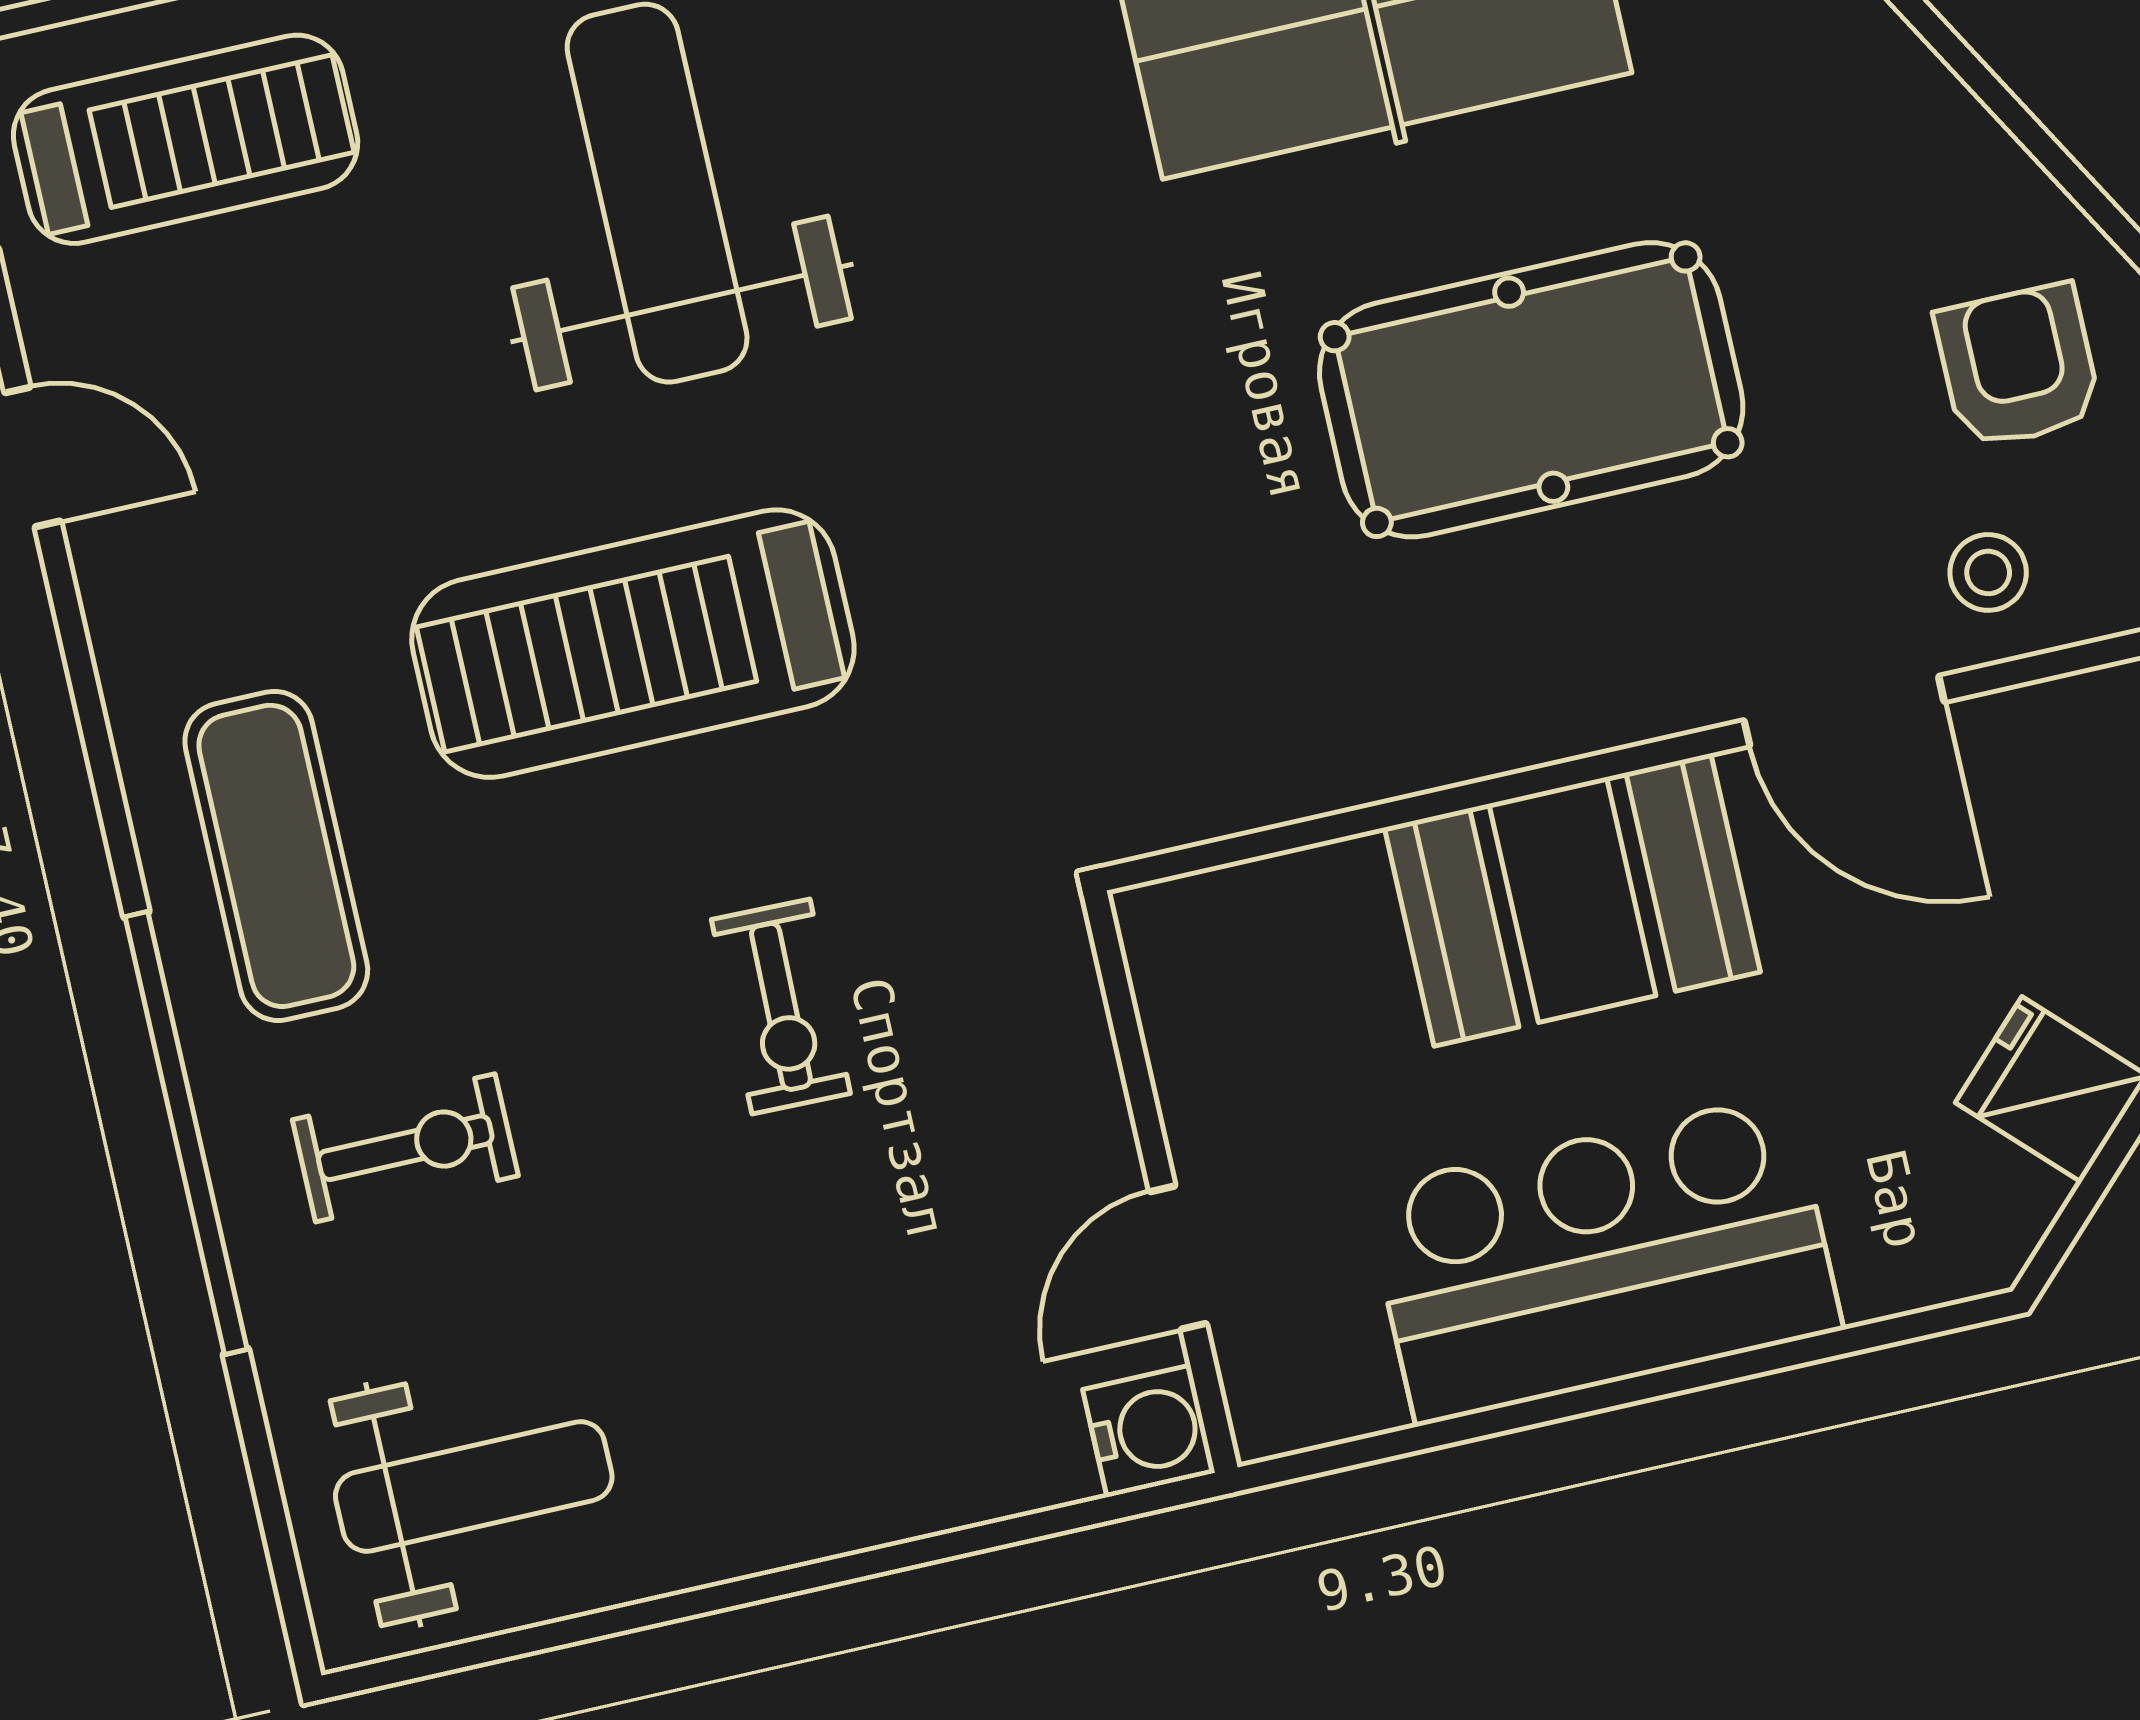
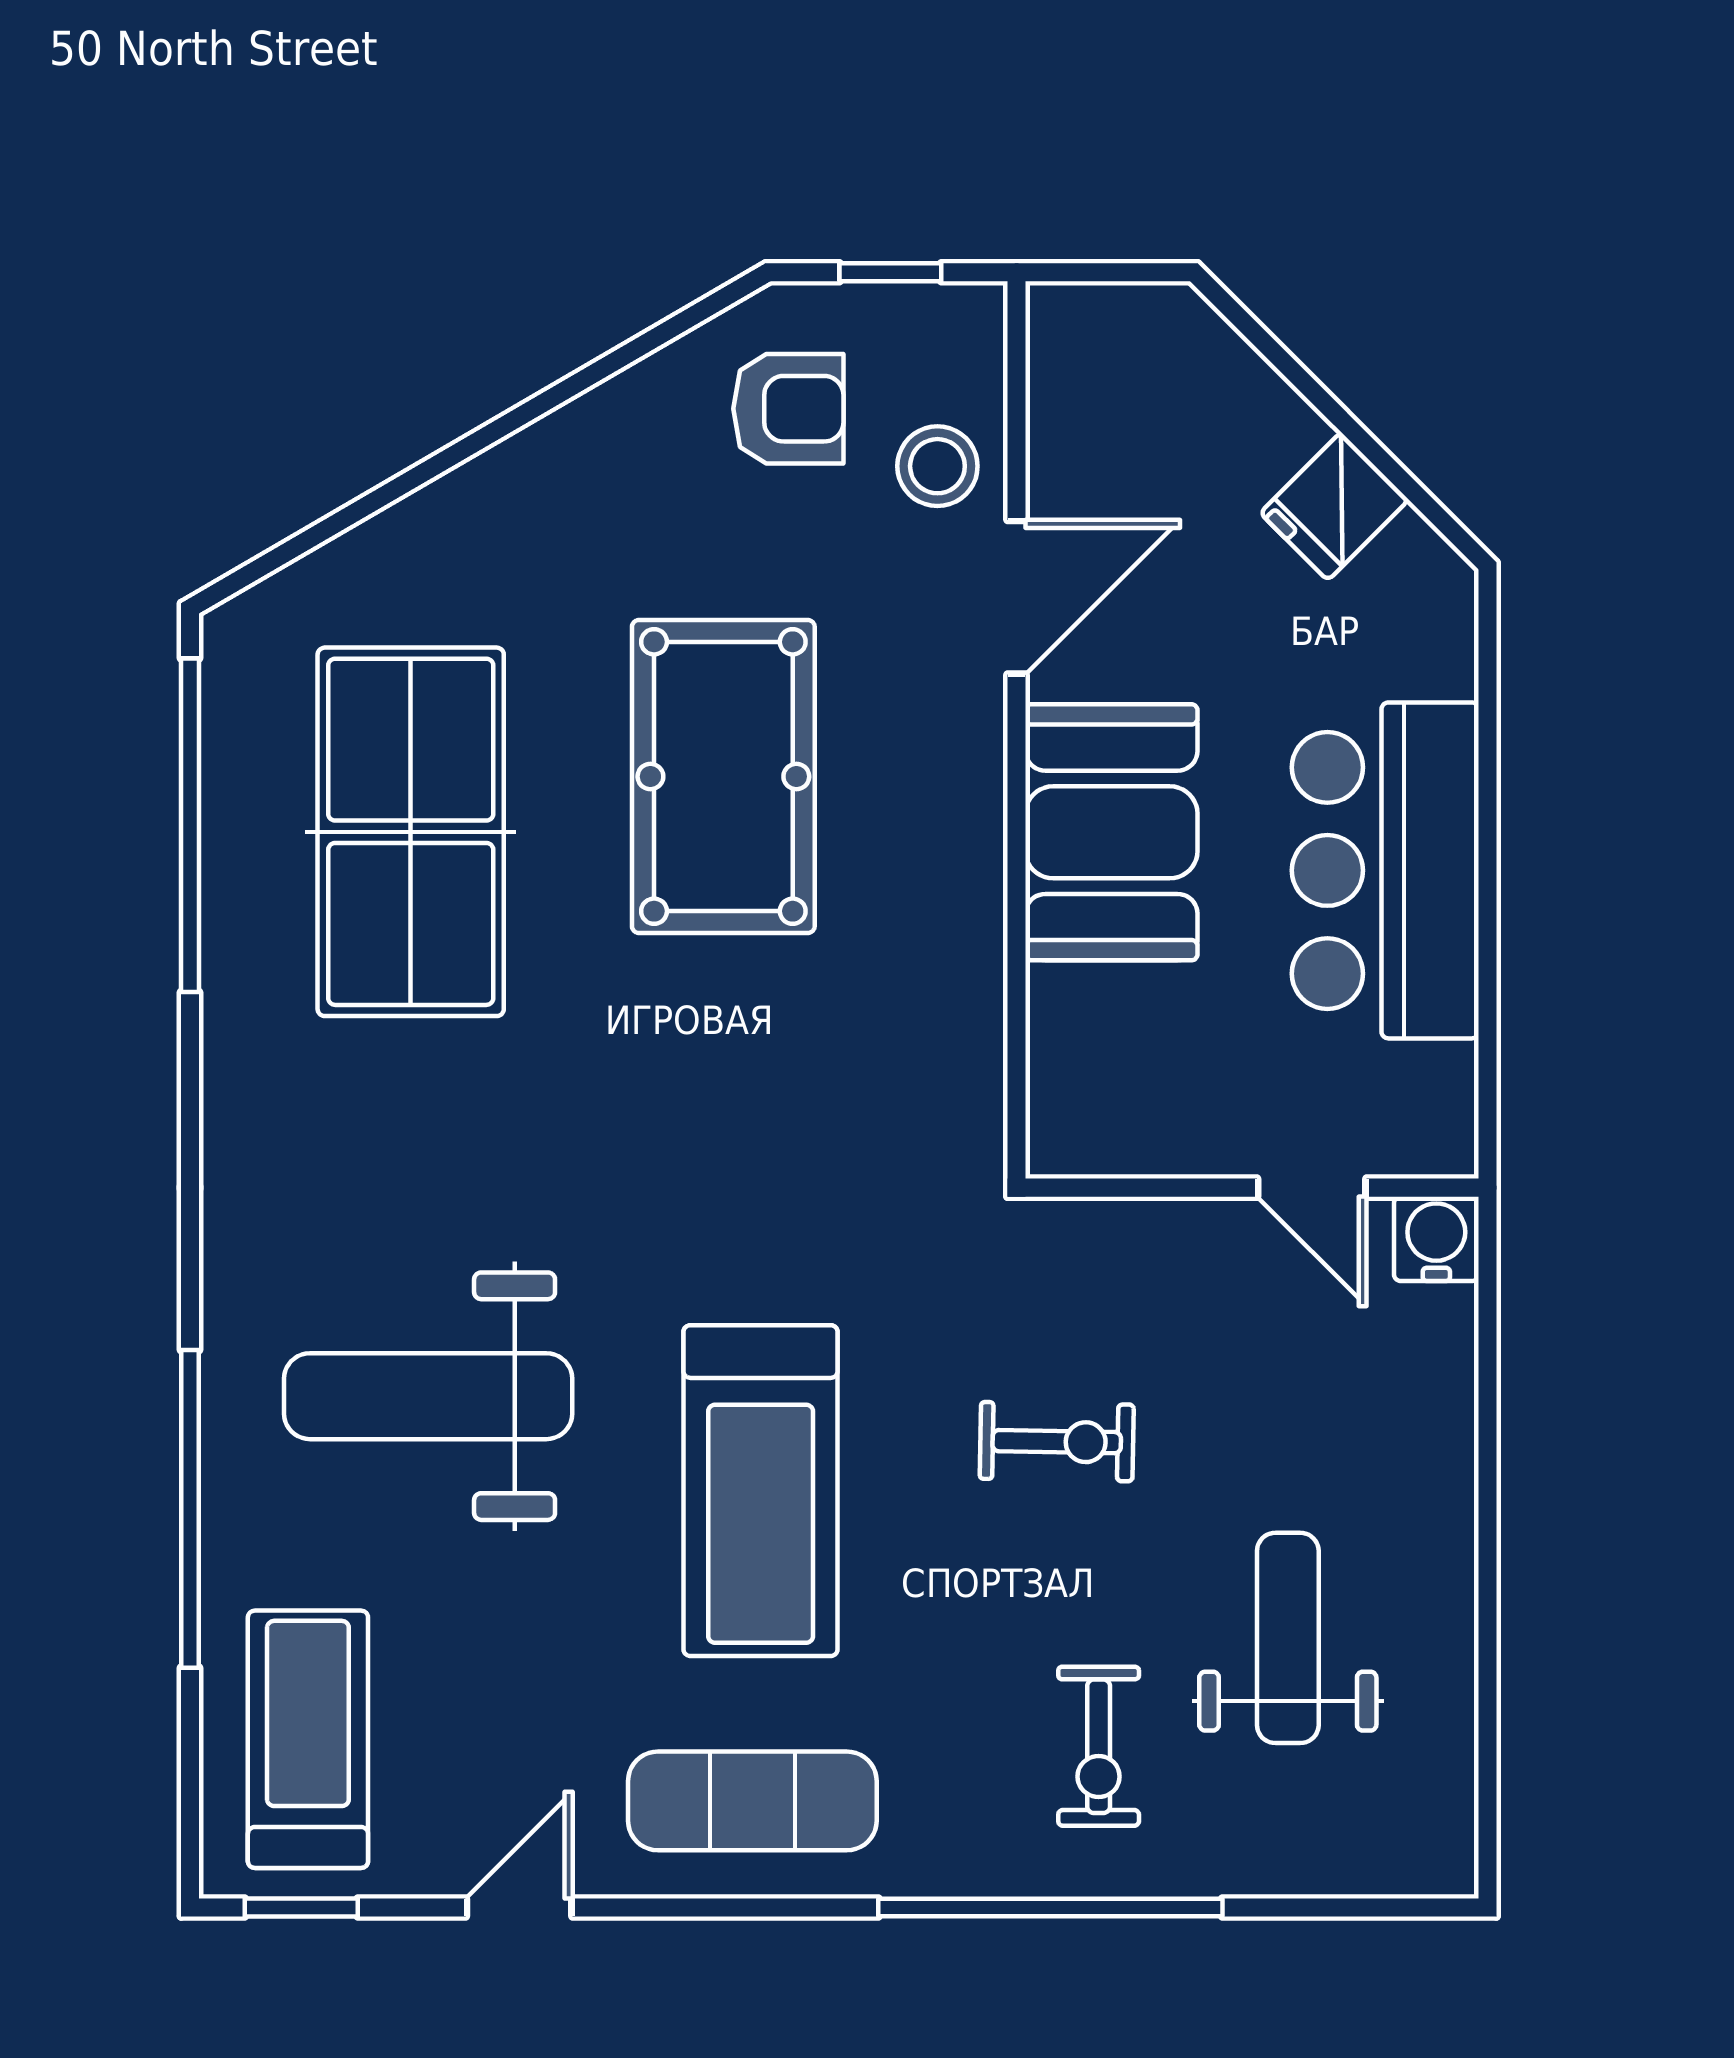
armchair: (2018, 366) -> (788, 409), turned 180
stool: (1988, 572) -> (937, 466), width x1.37, depth x1.37
exercise mat: (276, 856) -> (752, 1801), moved
exercise bike: (405, 1148) -> (1099, 1746), turned 180
weight bench: (474, 1487) -> (1288, 1638), moved

